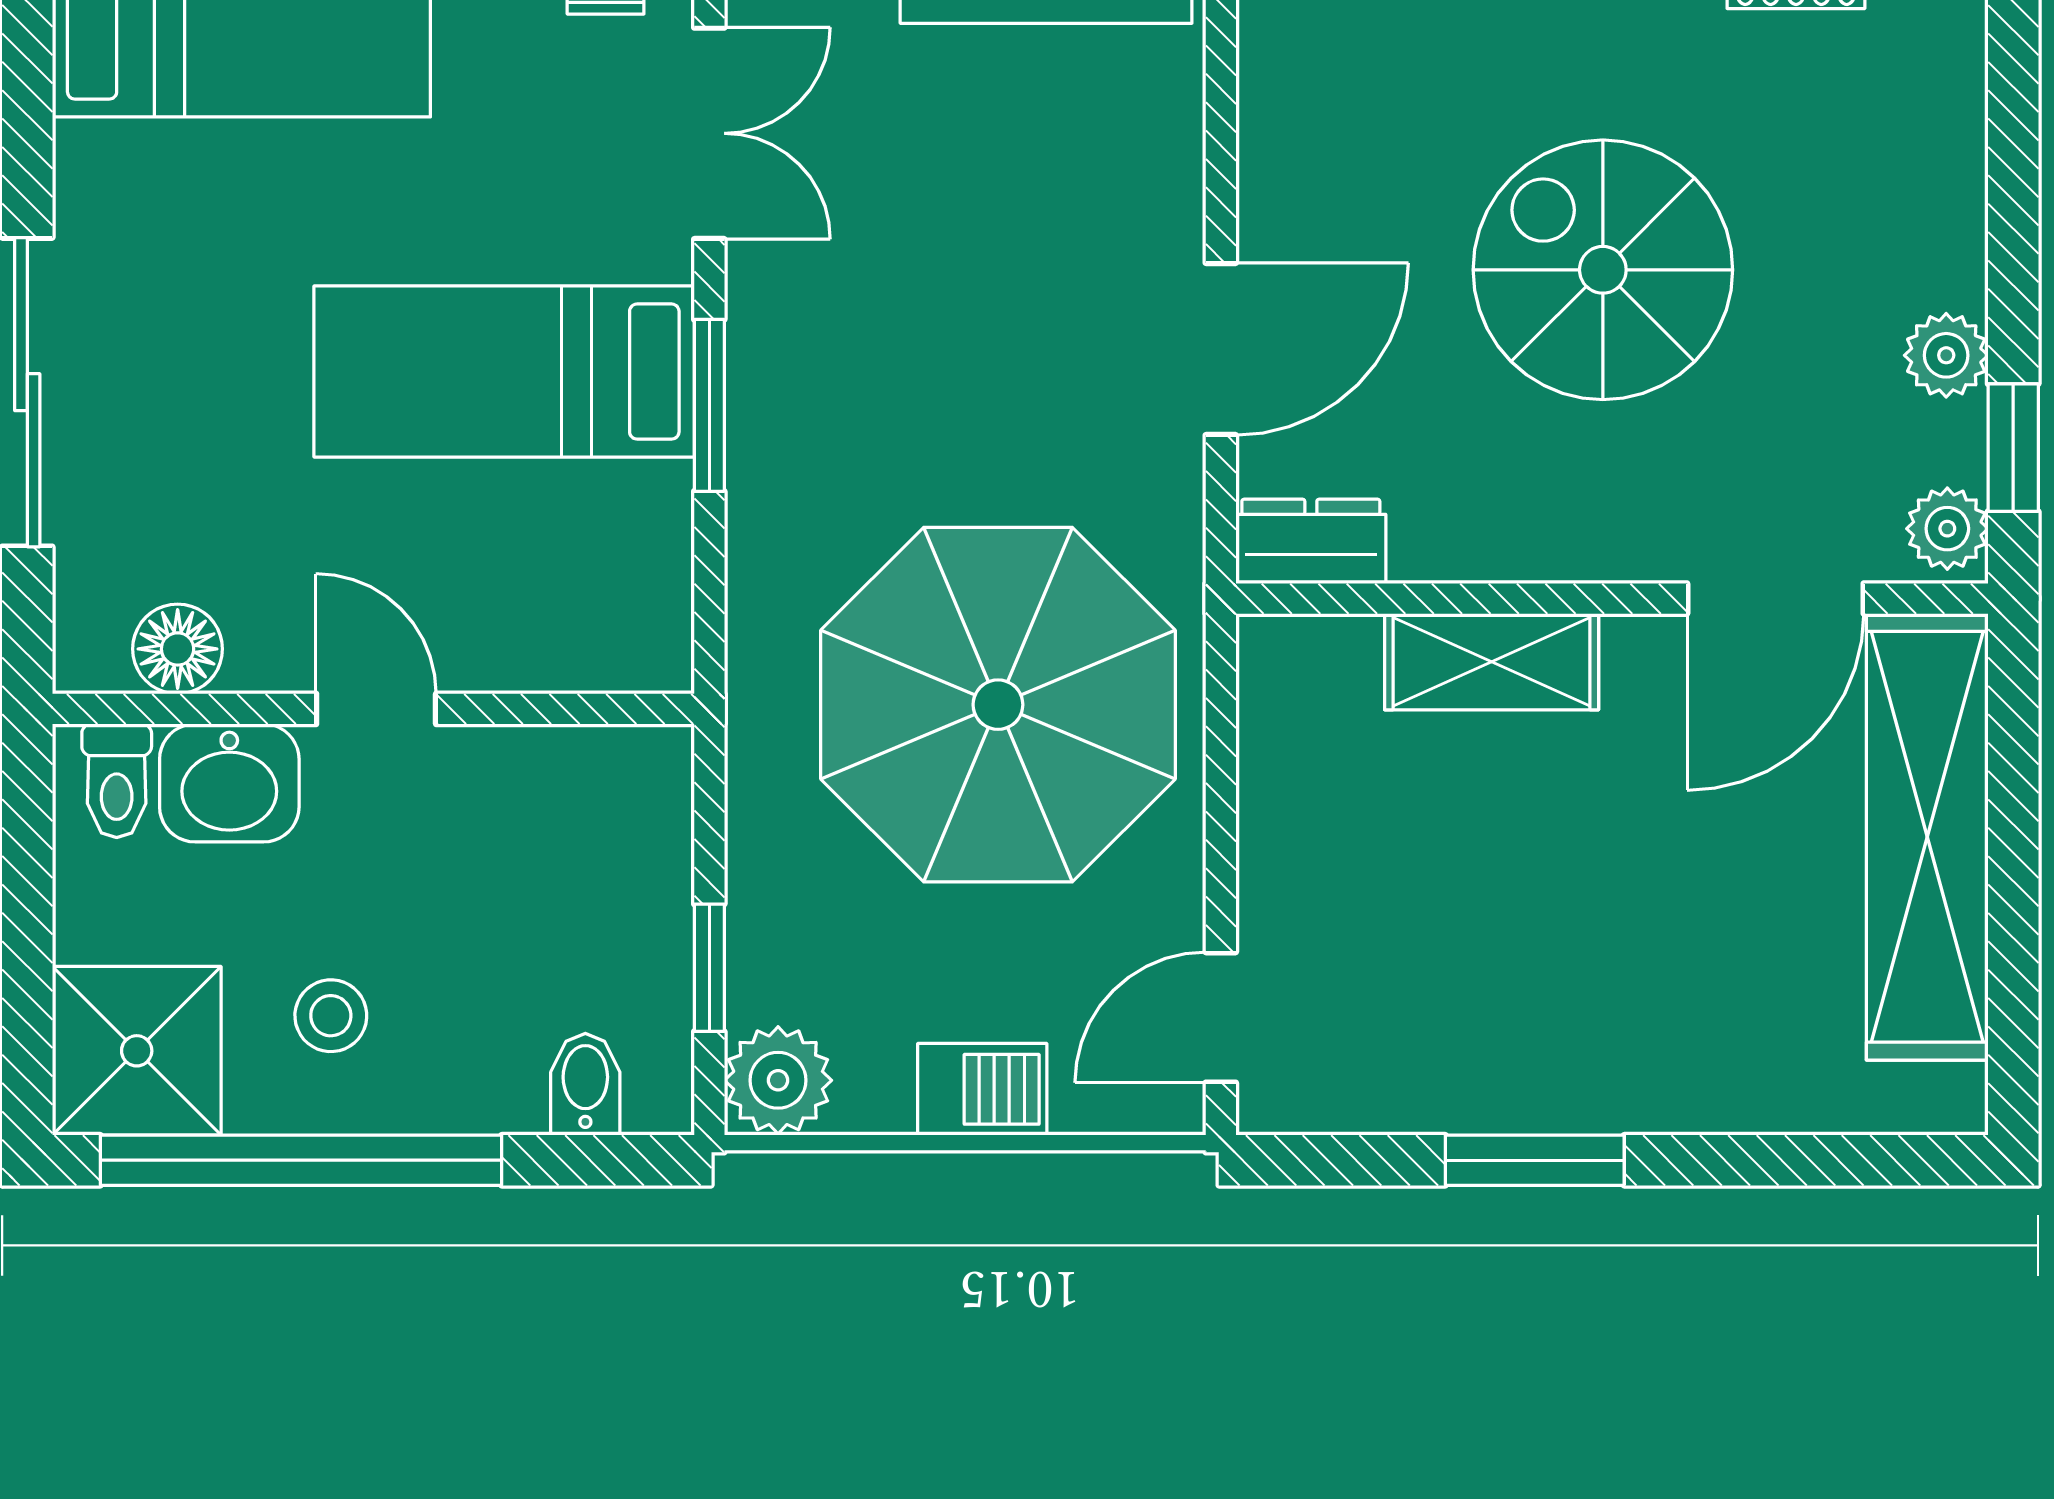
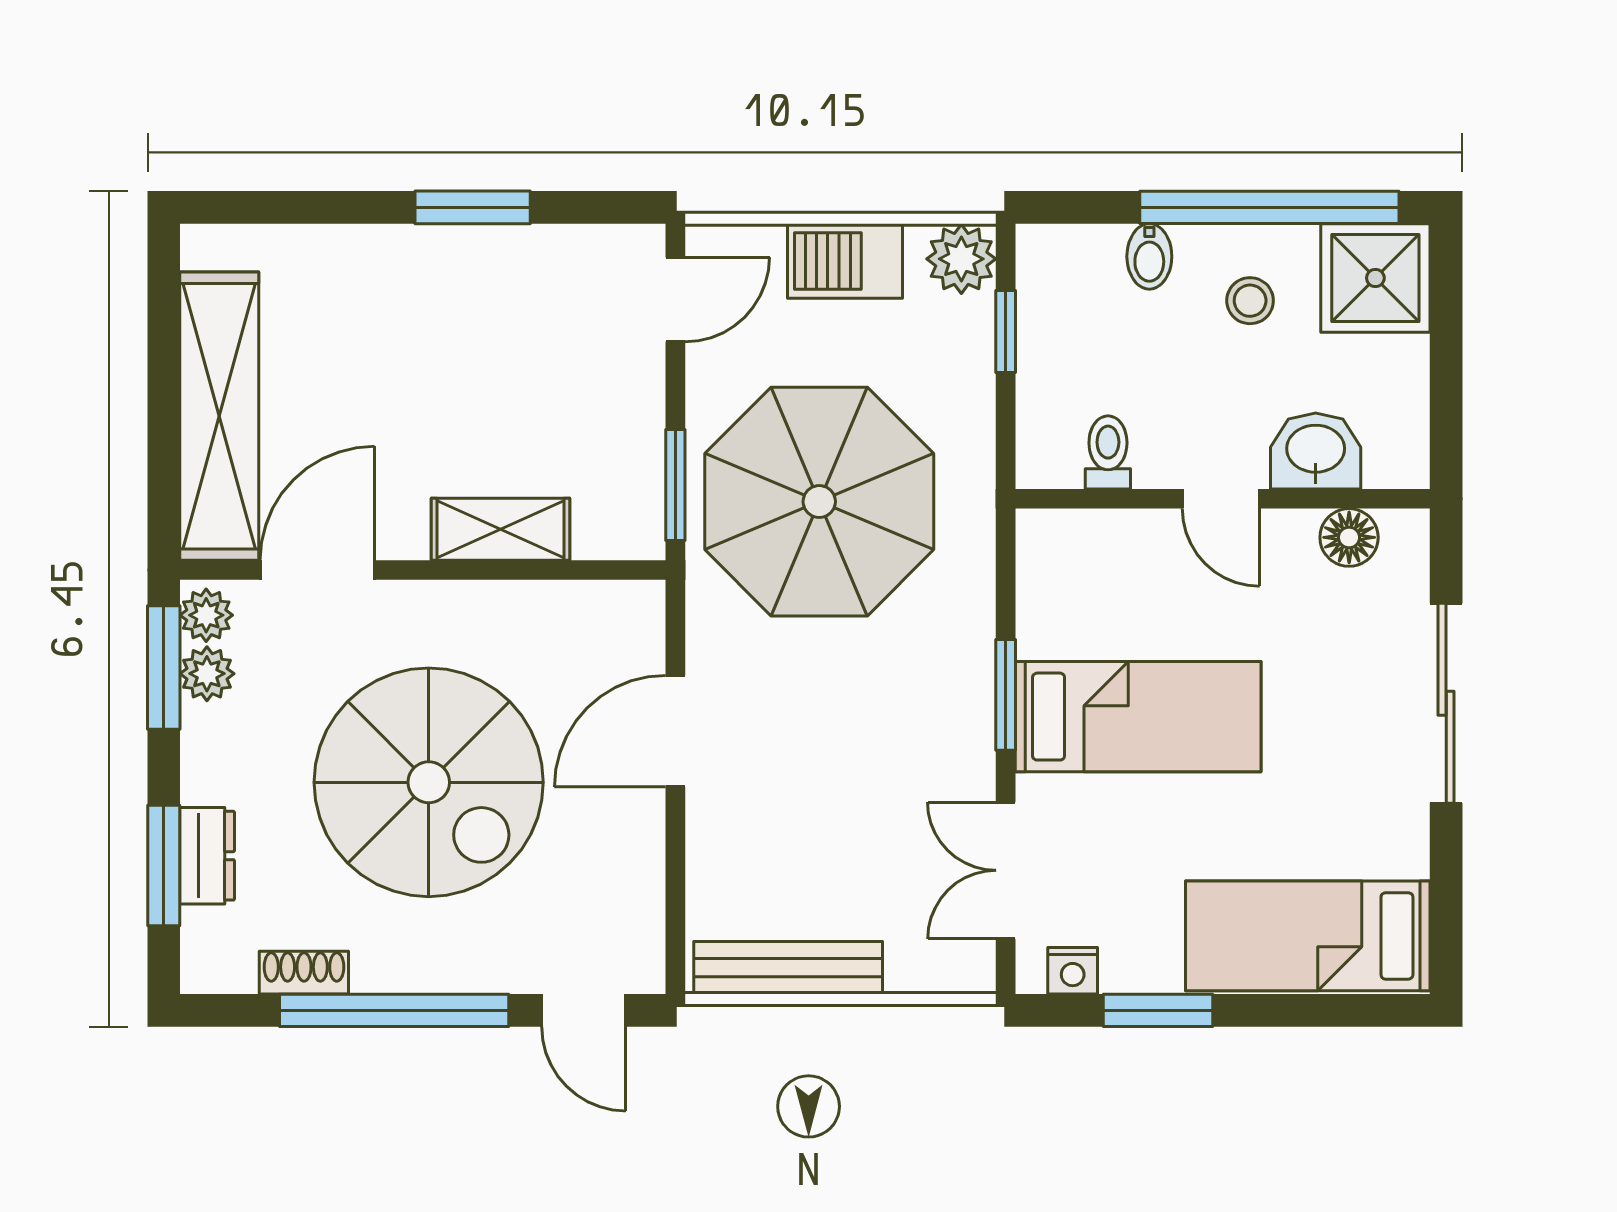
window: (2013, 141) -> (164, 866), added
spiral stairs: (1603, 270) -> (429, 782), width x1.37, depth x1.37
plant: (1946, 355) -> (207, 674), moved
window: (2013, 448) -> (164, 667), width x1.50
dresser: (1311, 541) -> (207, 856), moved, turned -90
window: (1221, 730) -> (675, 485), added
toilet: (117, 781) -> (1108, 452), moved
bidet: (585, 1084) -> (1149, 256), moved
barbecue: (982, 1089) -> (845, 261), width x1.38, depth x1.27

